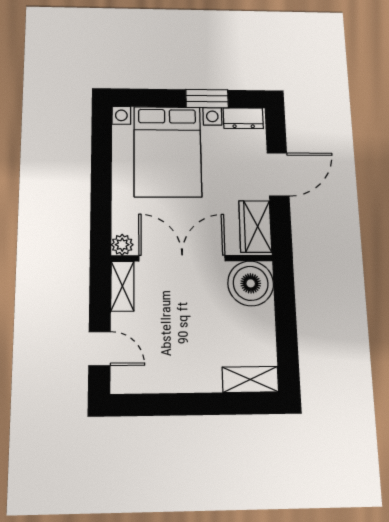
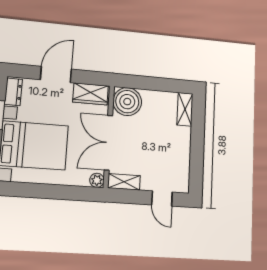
door: (278, 174) -> (56, 74), hinge flipped
door: (100, 349) -> (162, 198), swing flipped

